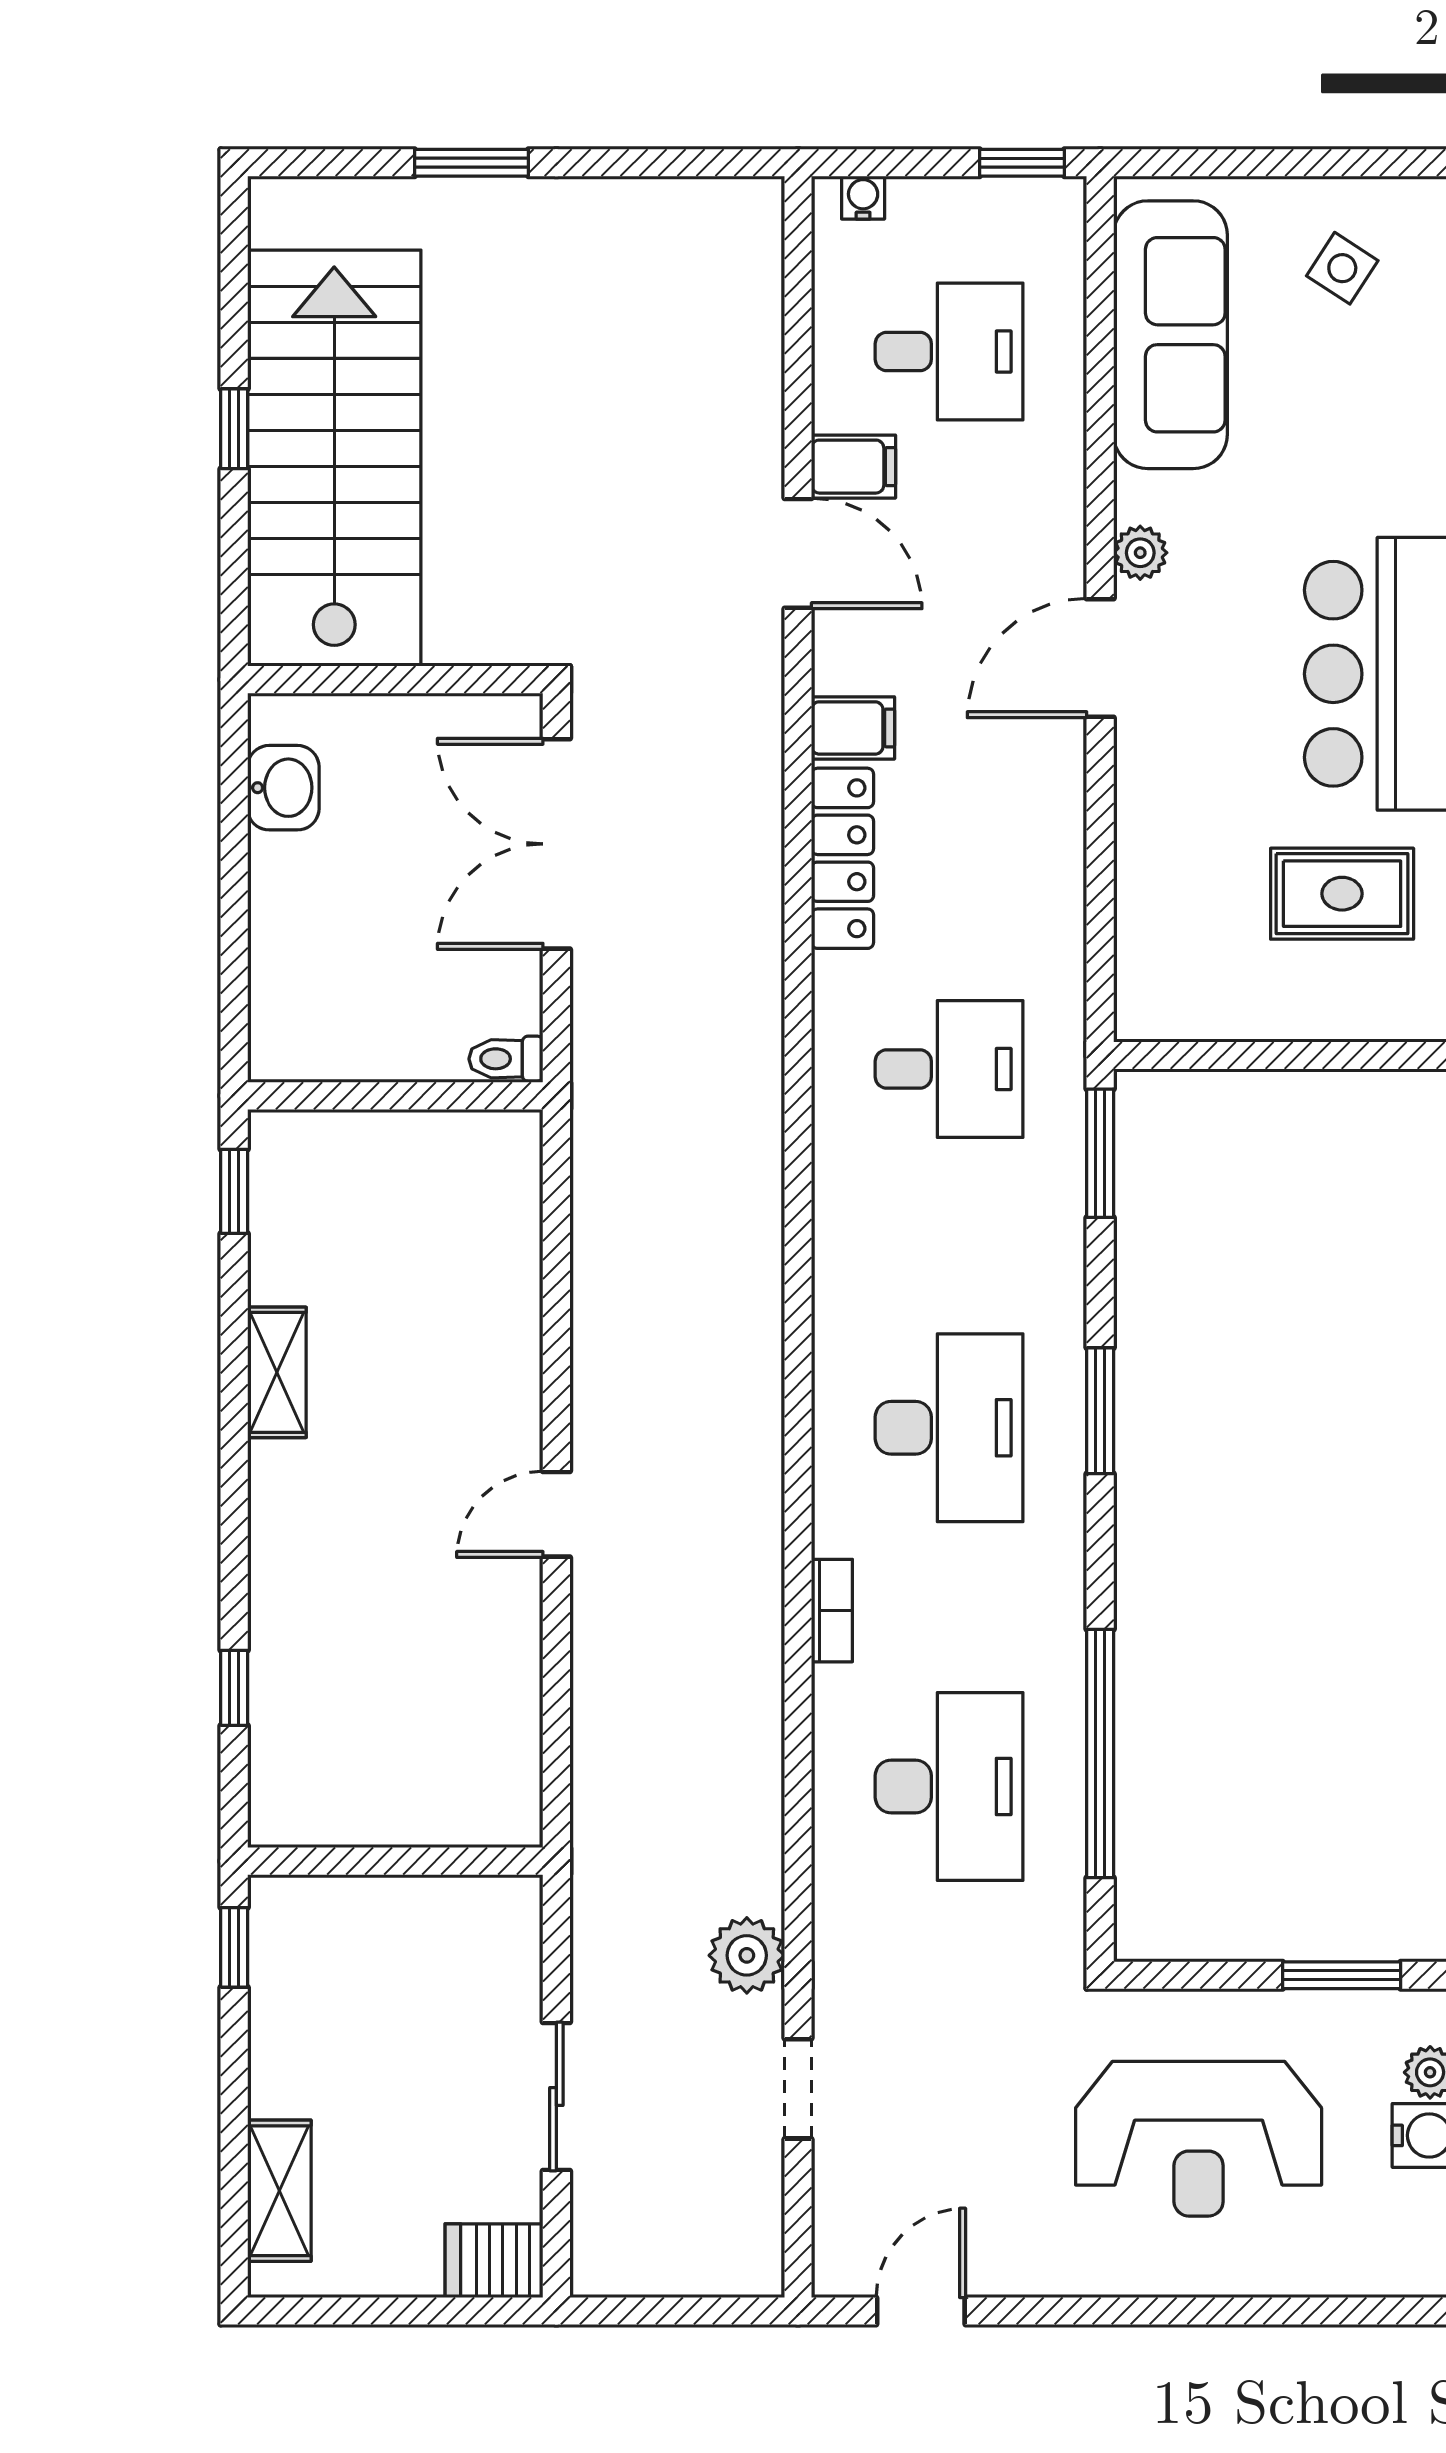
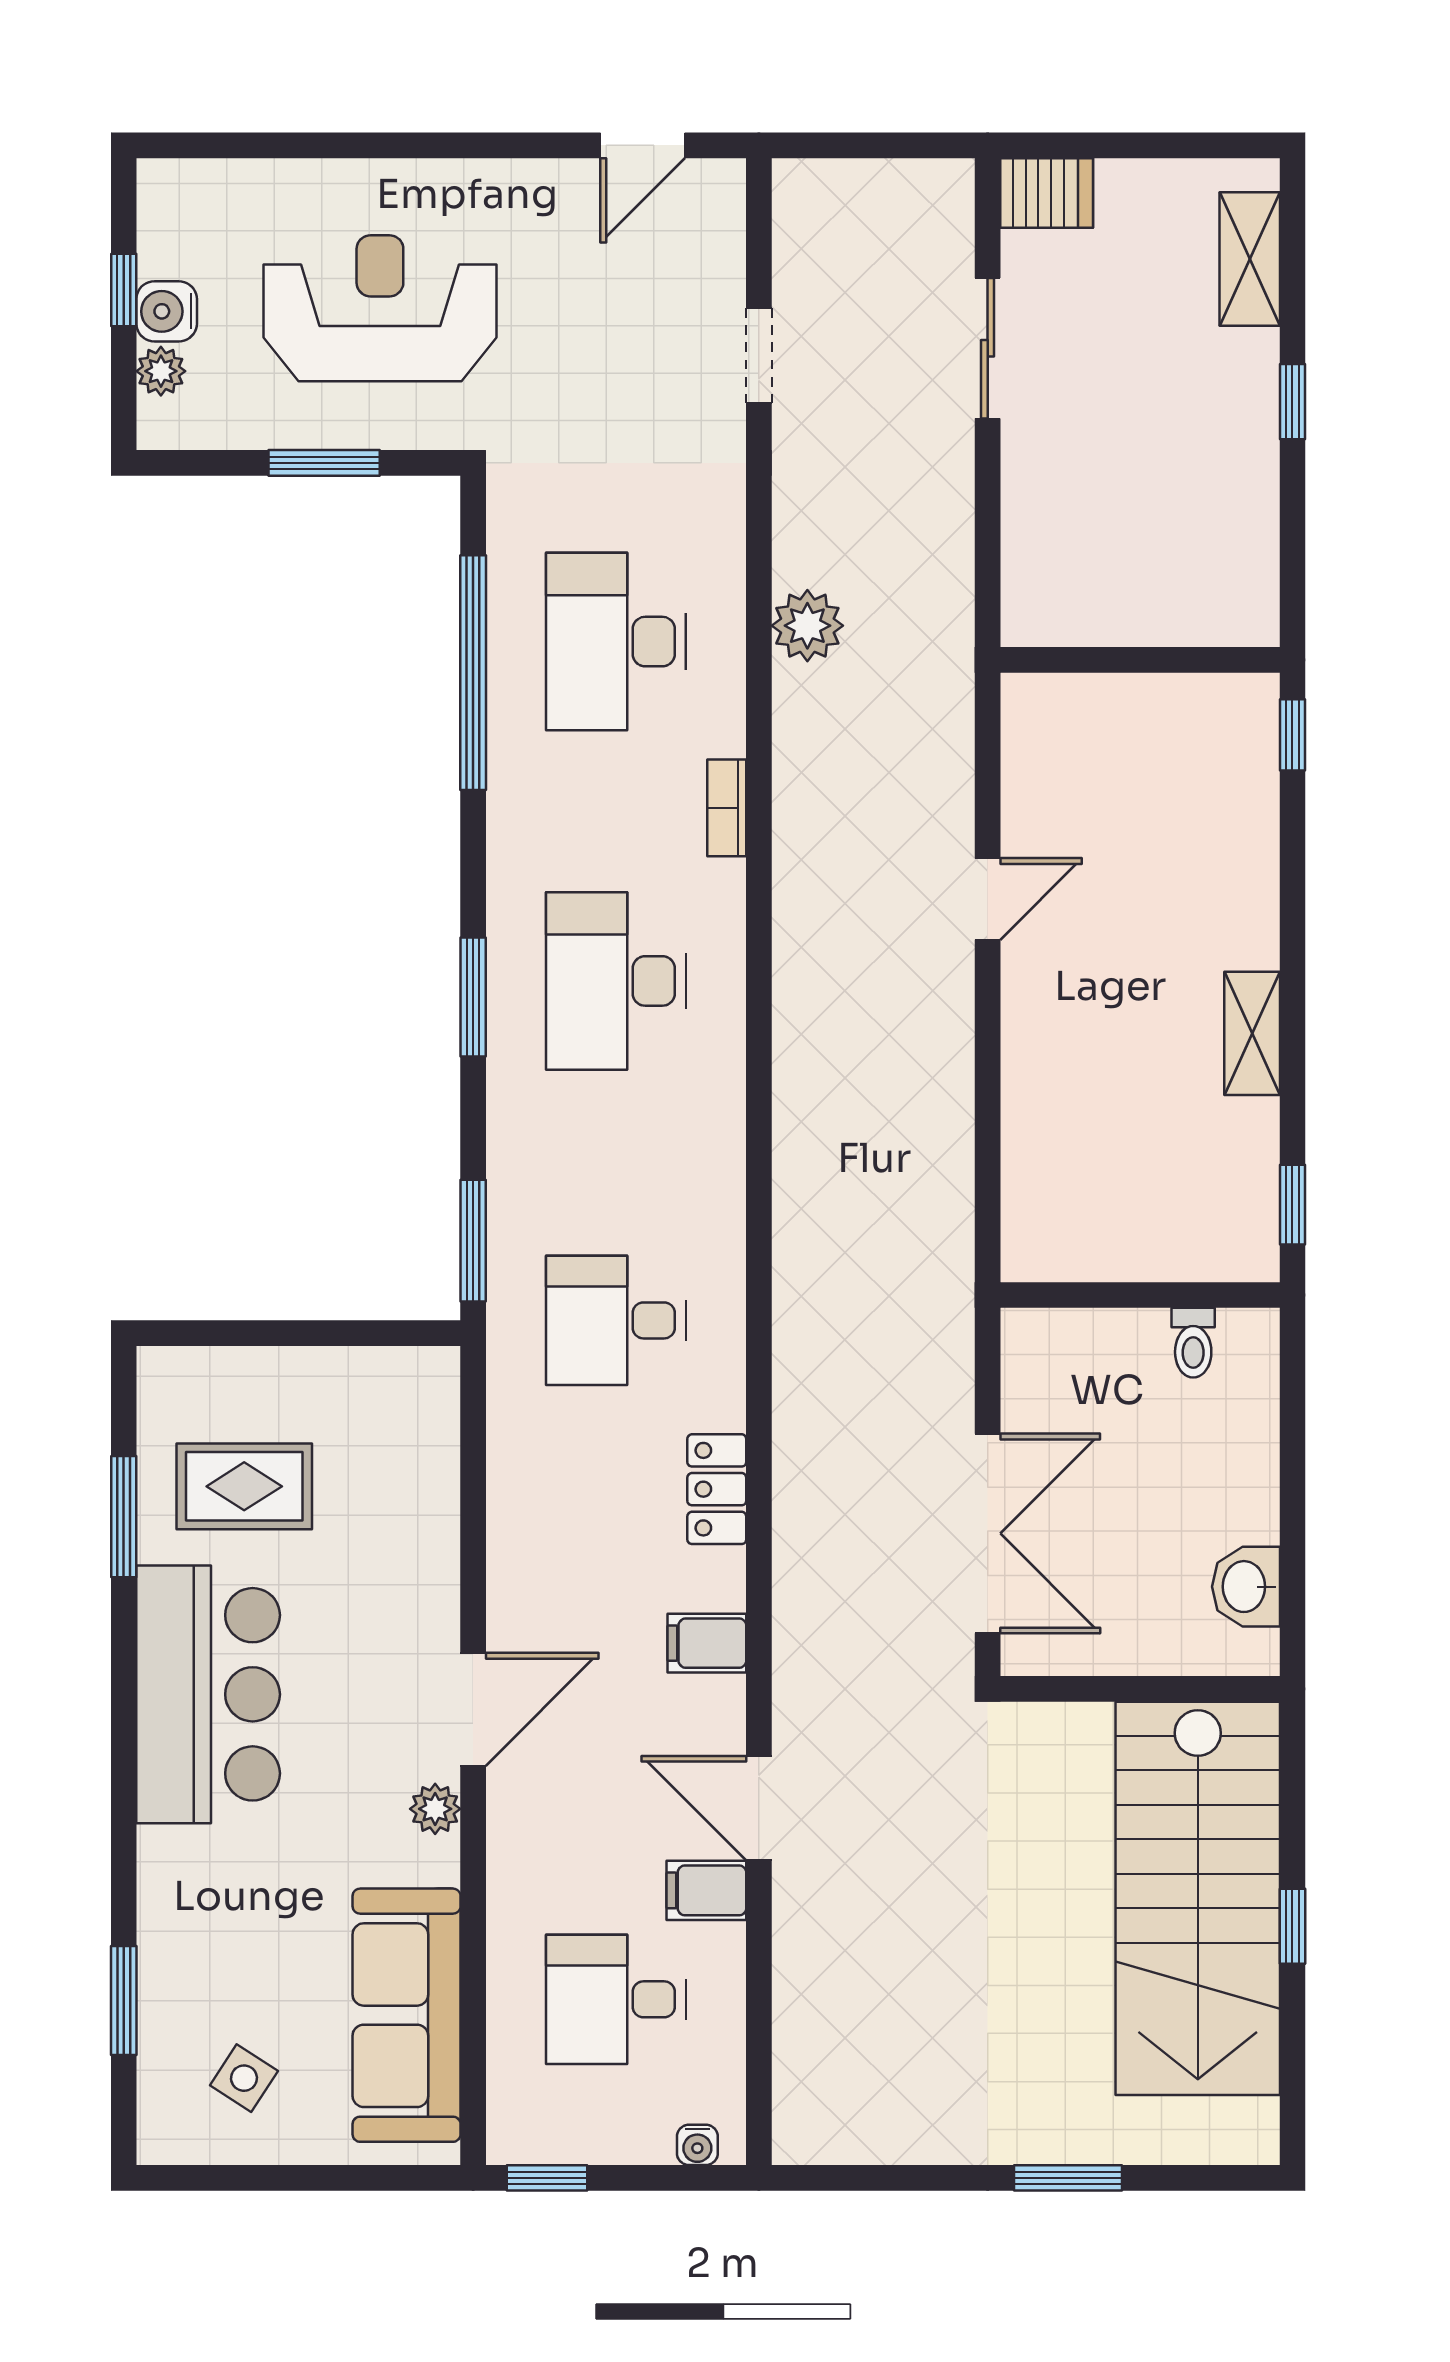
locker: (843, 858) -> (717, 1489), width x0.66
toilet: (506, 1059) -> (1193, 1343), moved, turned 90
wall: (395, 1861) -> (1140, 660), moved
window: (234, 1947) -> (1292, 402), moved
plant: (747, 1955) -> (807, 626), moved
window: (1342, 1975) -> (324, 463), moved

